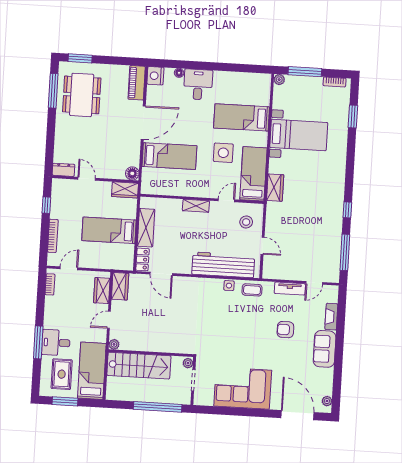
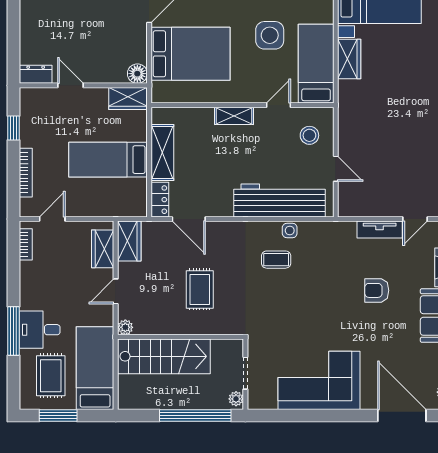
bed: (169, 156) -> (191, 54), width x1.50
wardrobe: (275, 188) -> (349, 59), moved
coffee table: (252, 290) -> (276, 260), moved
rug: (166, 322) -> (200, 289), added
plant: (188, 363) -> (236, 399), moved

